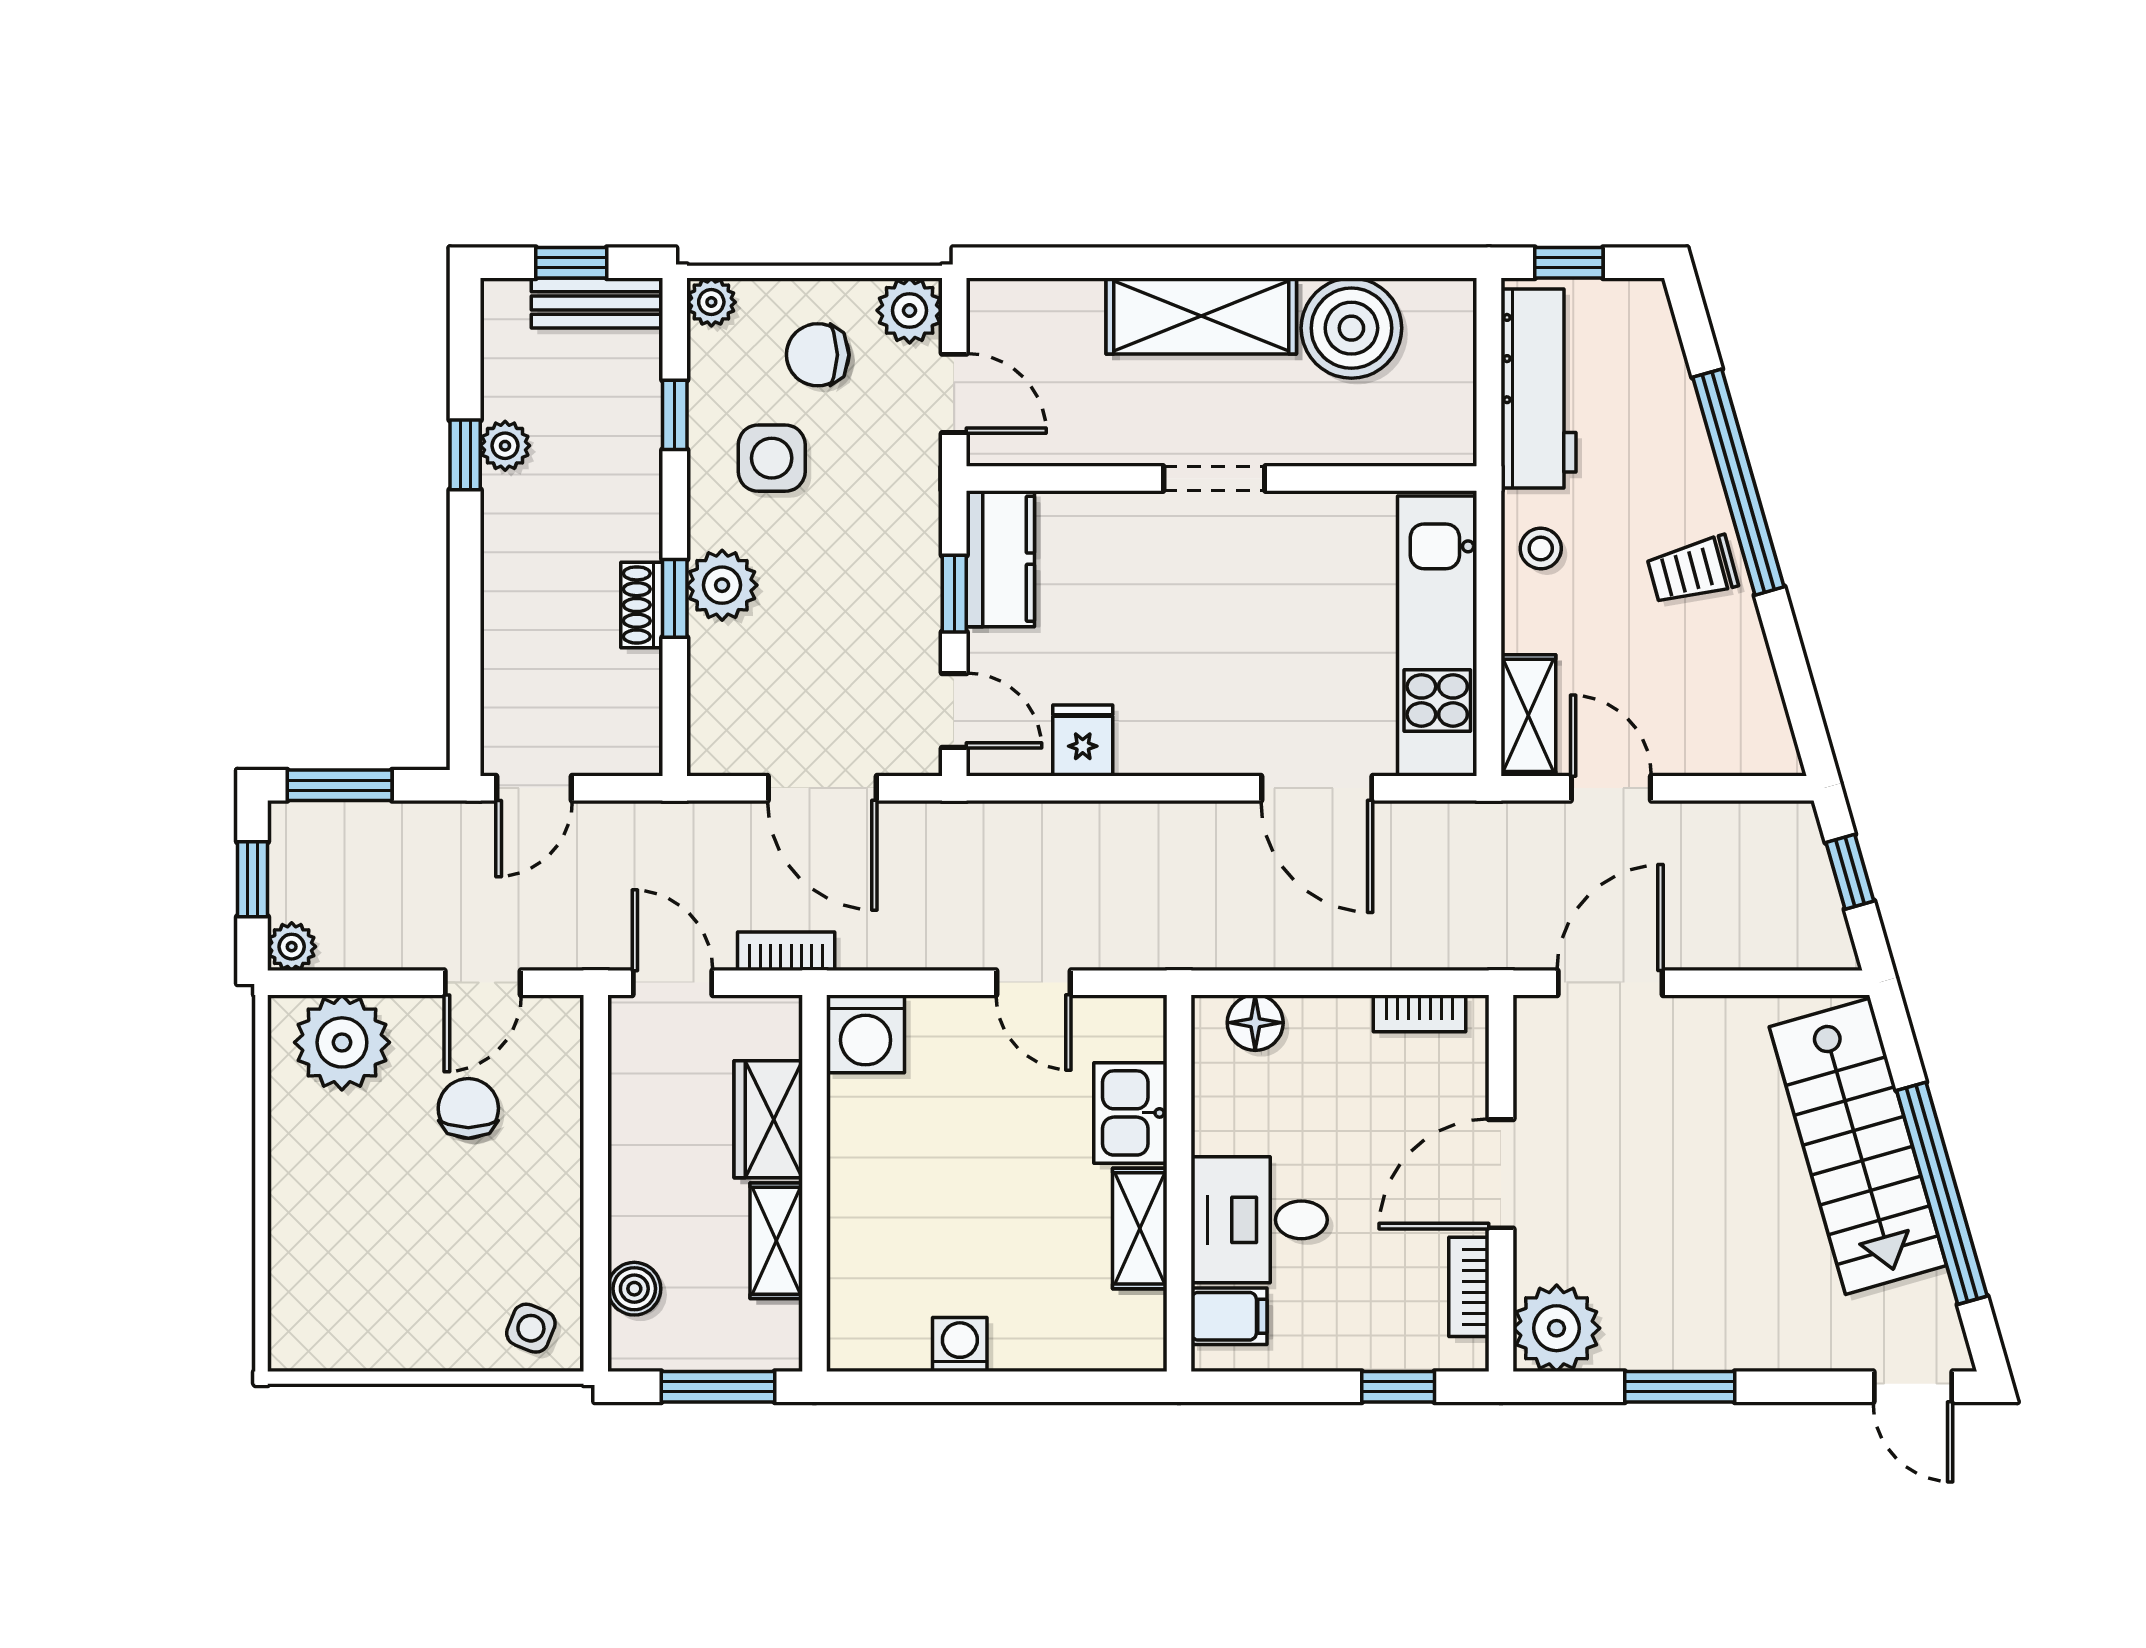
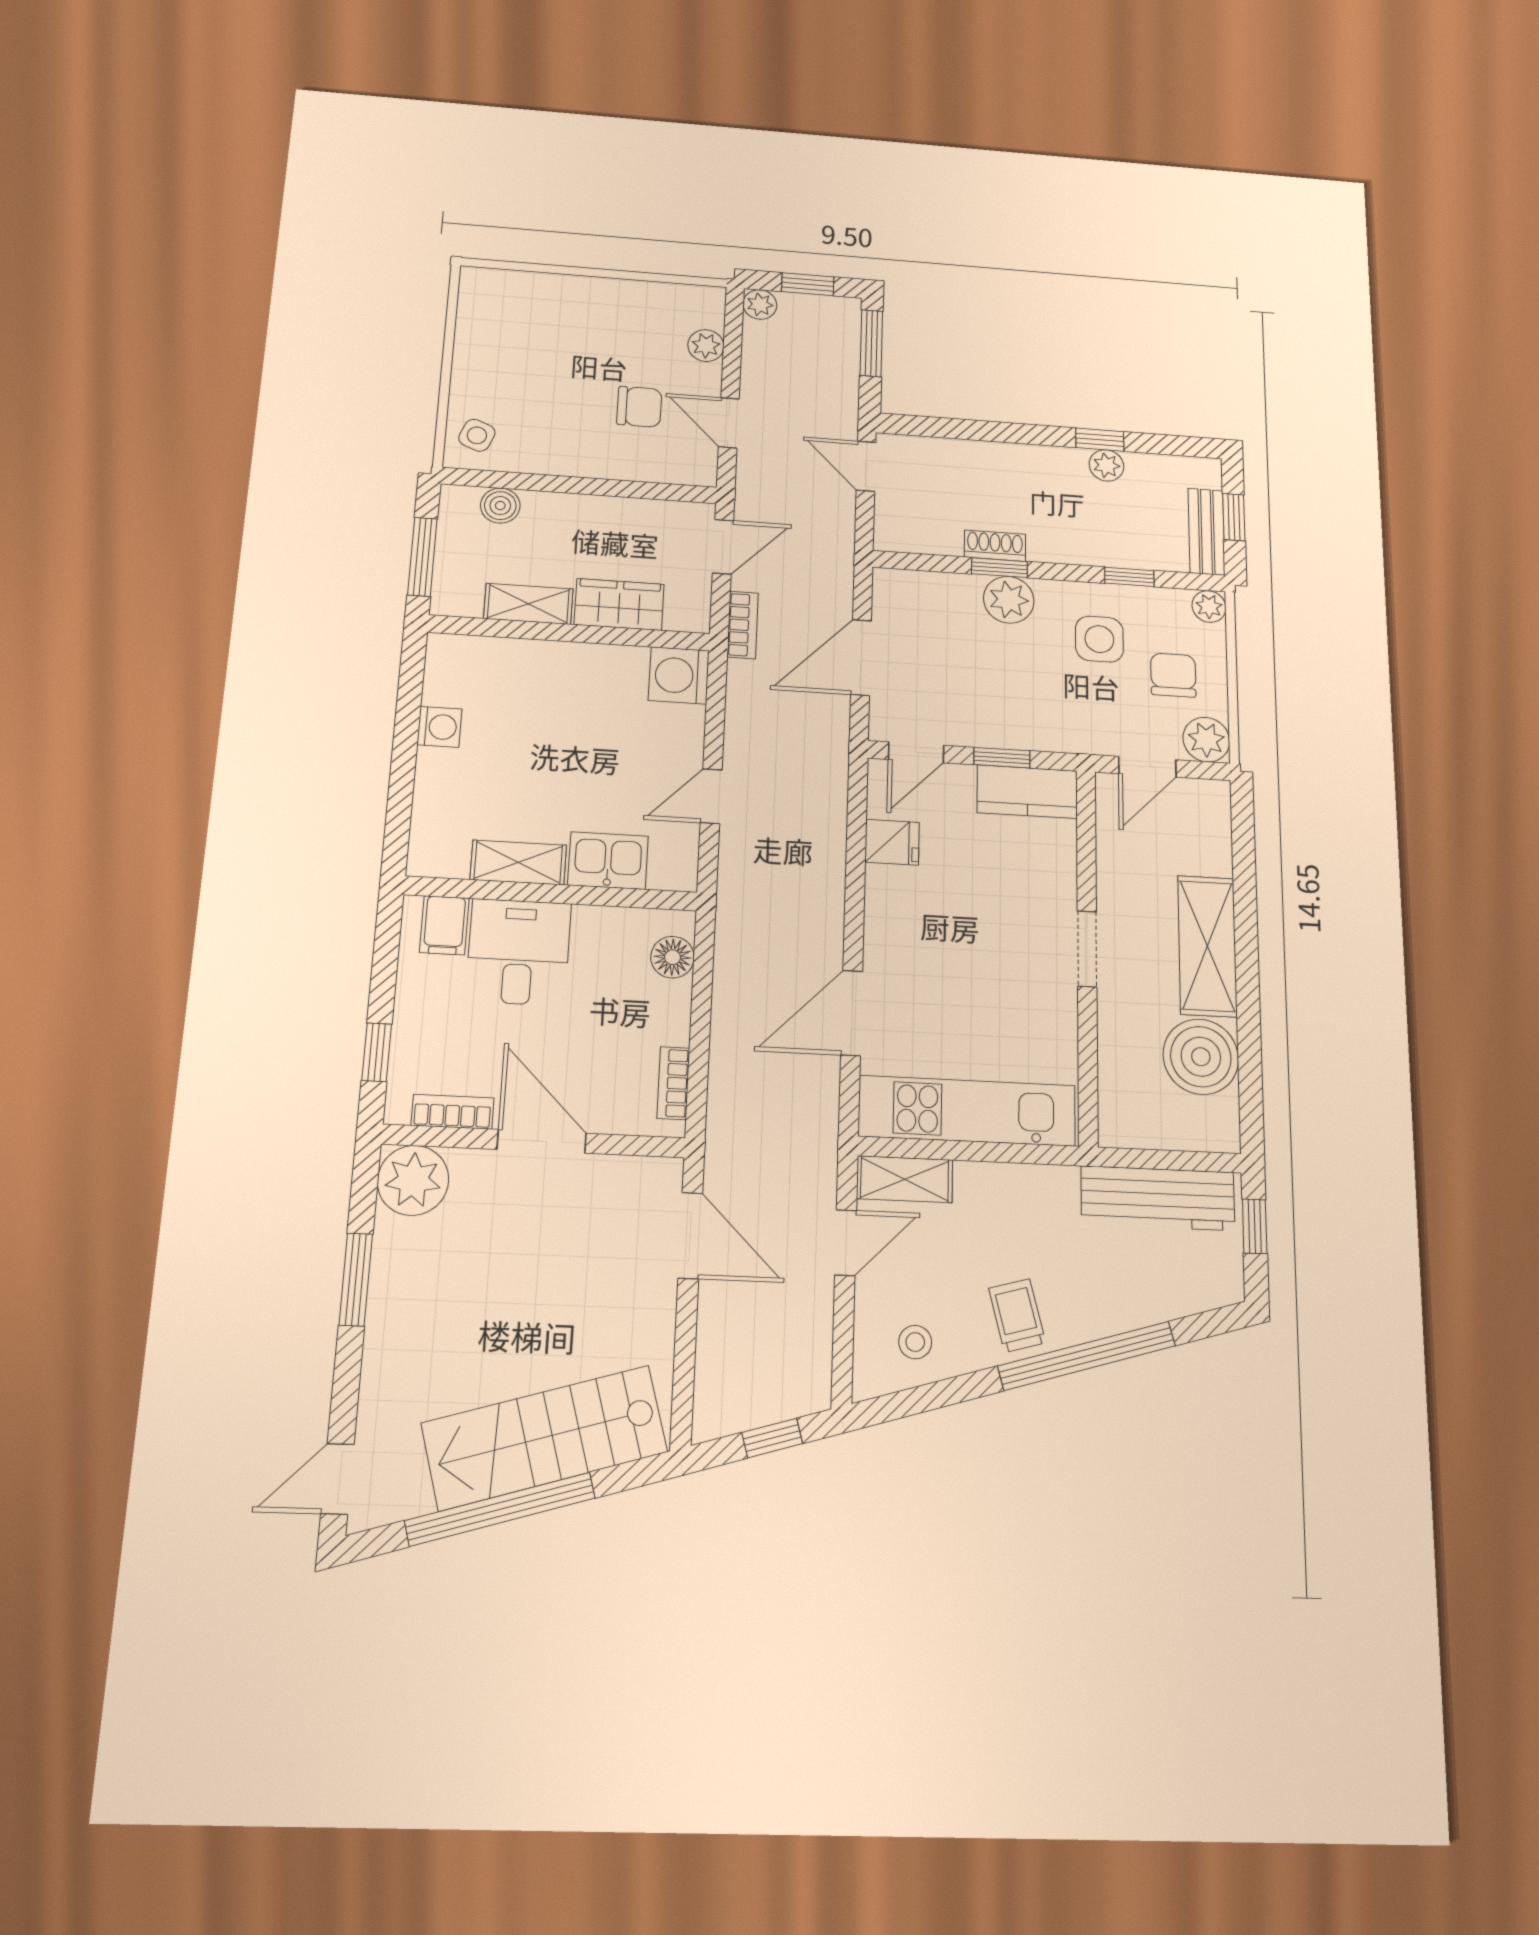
stool: (1541, 548) -> (915, 1342), moved
plant: (342, 1042) -> (706, 346), width x0.53, depth x0.53

